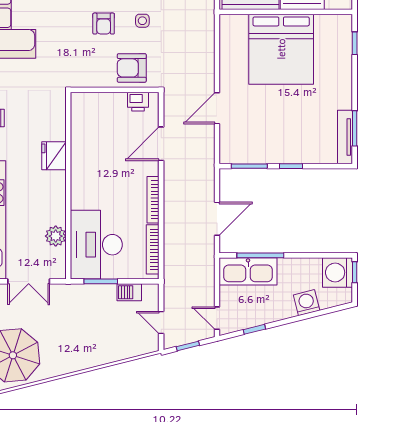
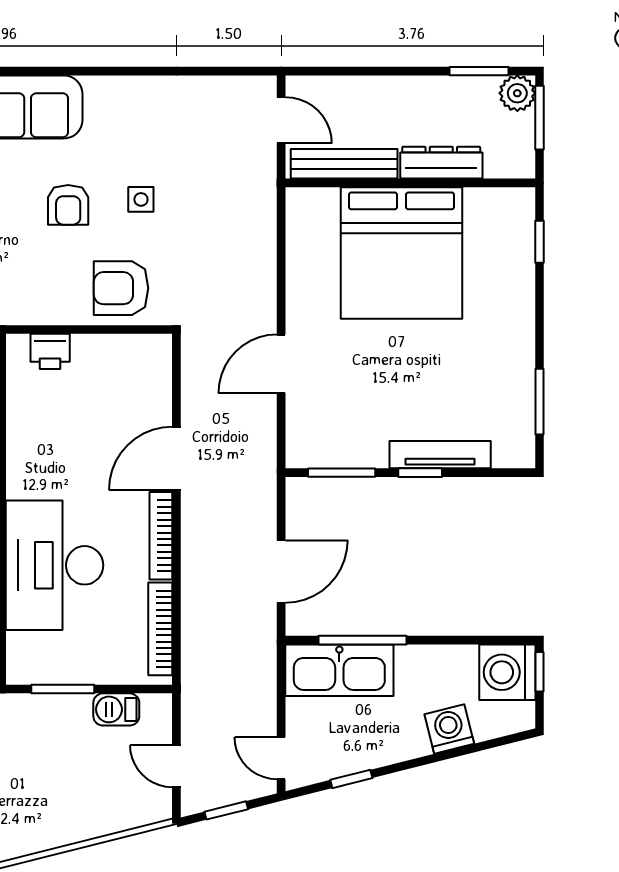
printer: (138, 102) -> (50, 351), moved
tv unit: (345, 137) -> (440, 455), moved, turned 90
door: (161, 144) -> (176, 458), moved
desk: (96, 245) -> (55, 565), moved

